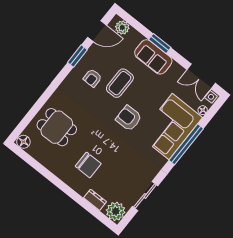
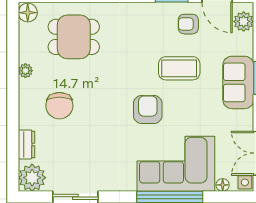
armchair: (92, 78) -> (188, 24), moved
dining table: (57, 127) -> (74, 37), turned 90
plant: (54, 168) -> (25, 71), added

